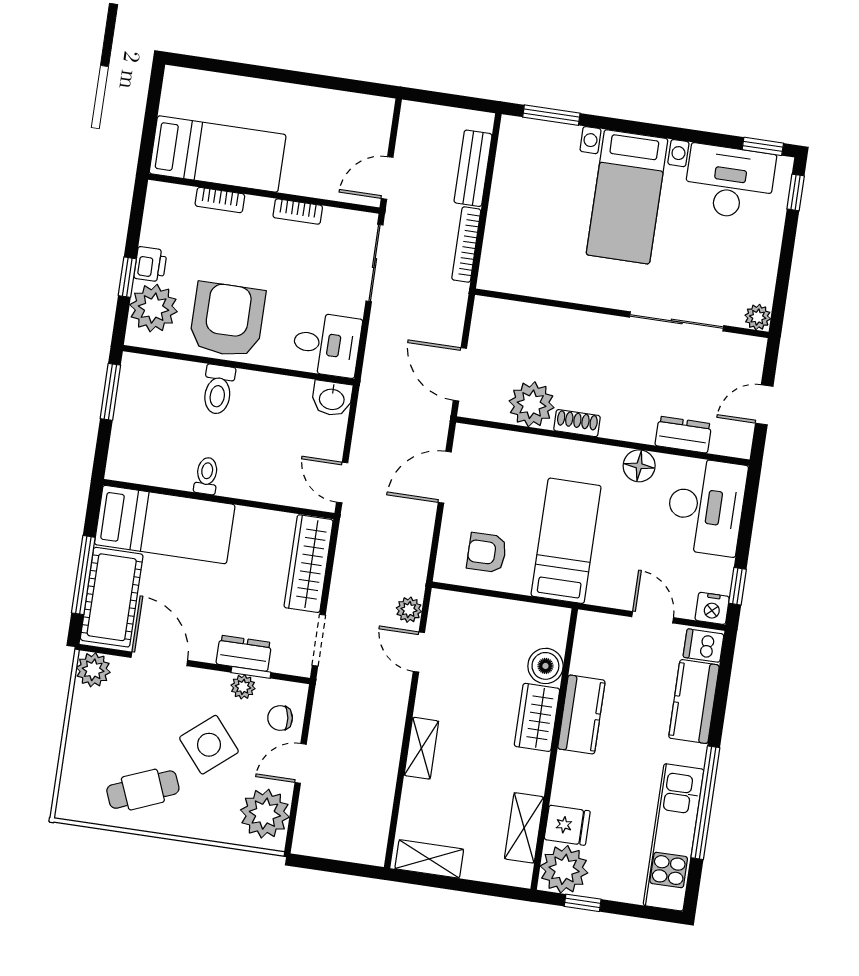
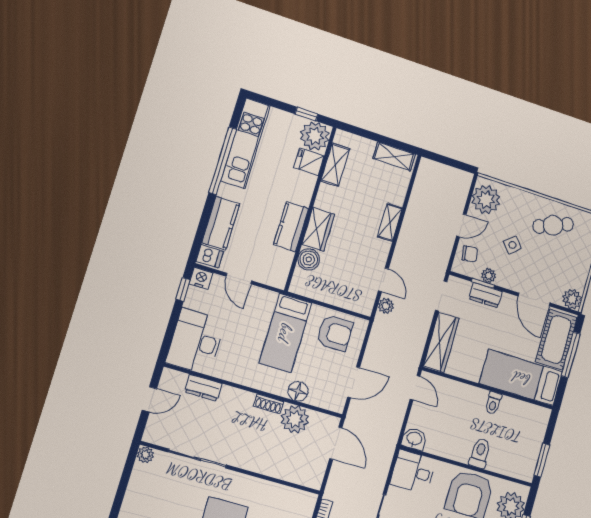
floor lamp: (639, 466) -> (298, 391), moved
armchair: (487, 553) -> (335, 333), width x1.38, depth x1.38
side table: (209, 745) -> (512, 245), width x0.54, depth x0.54

